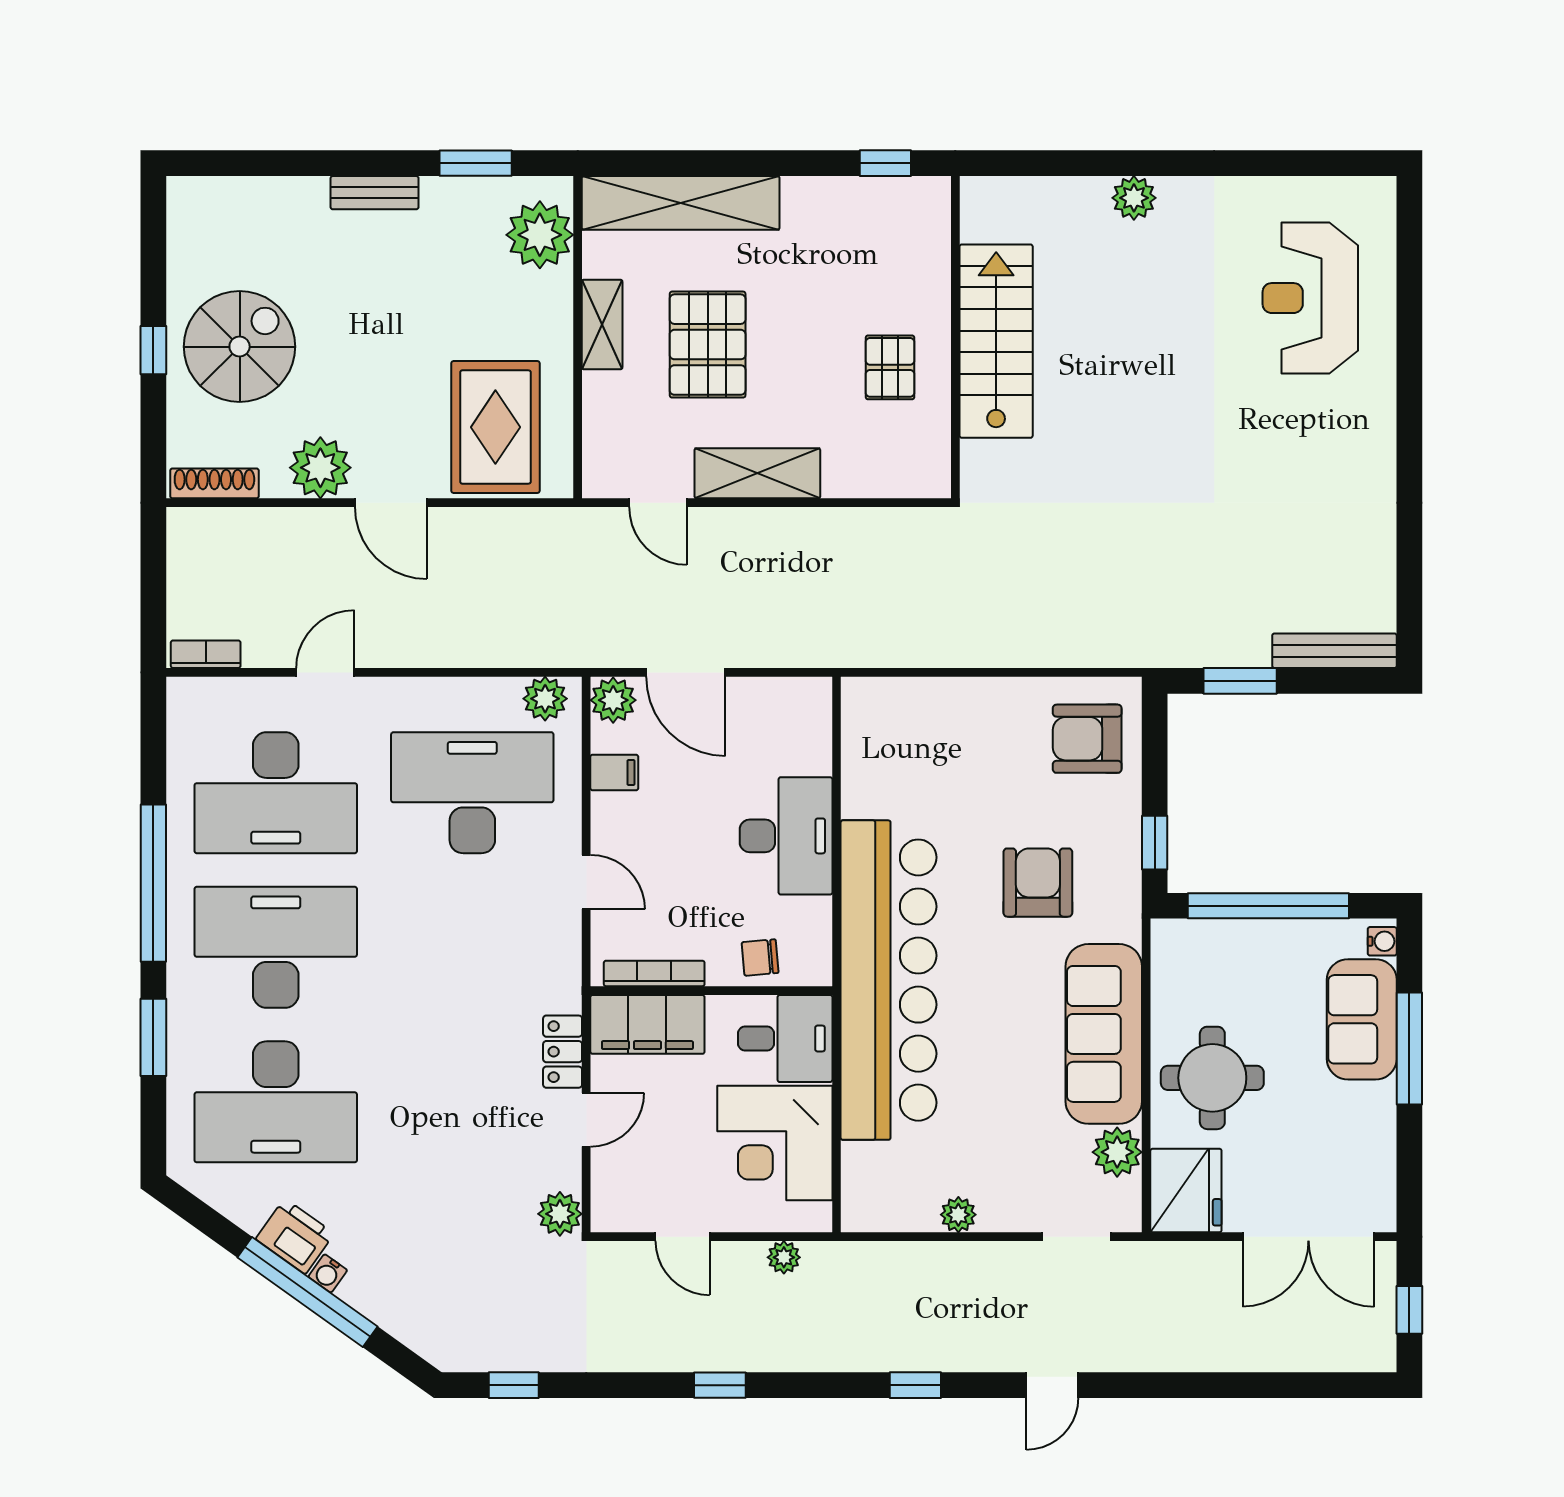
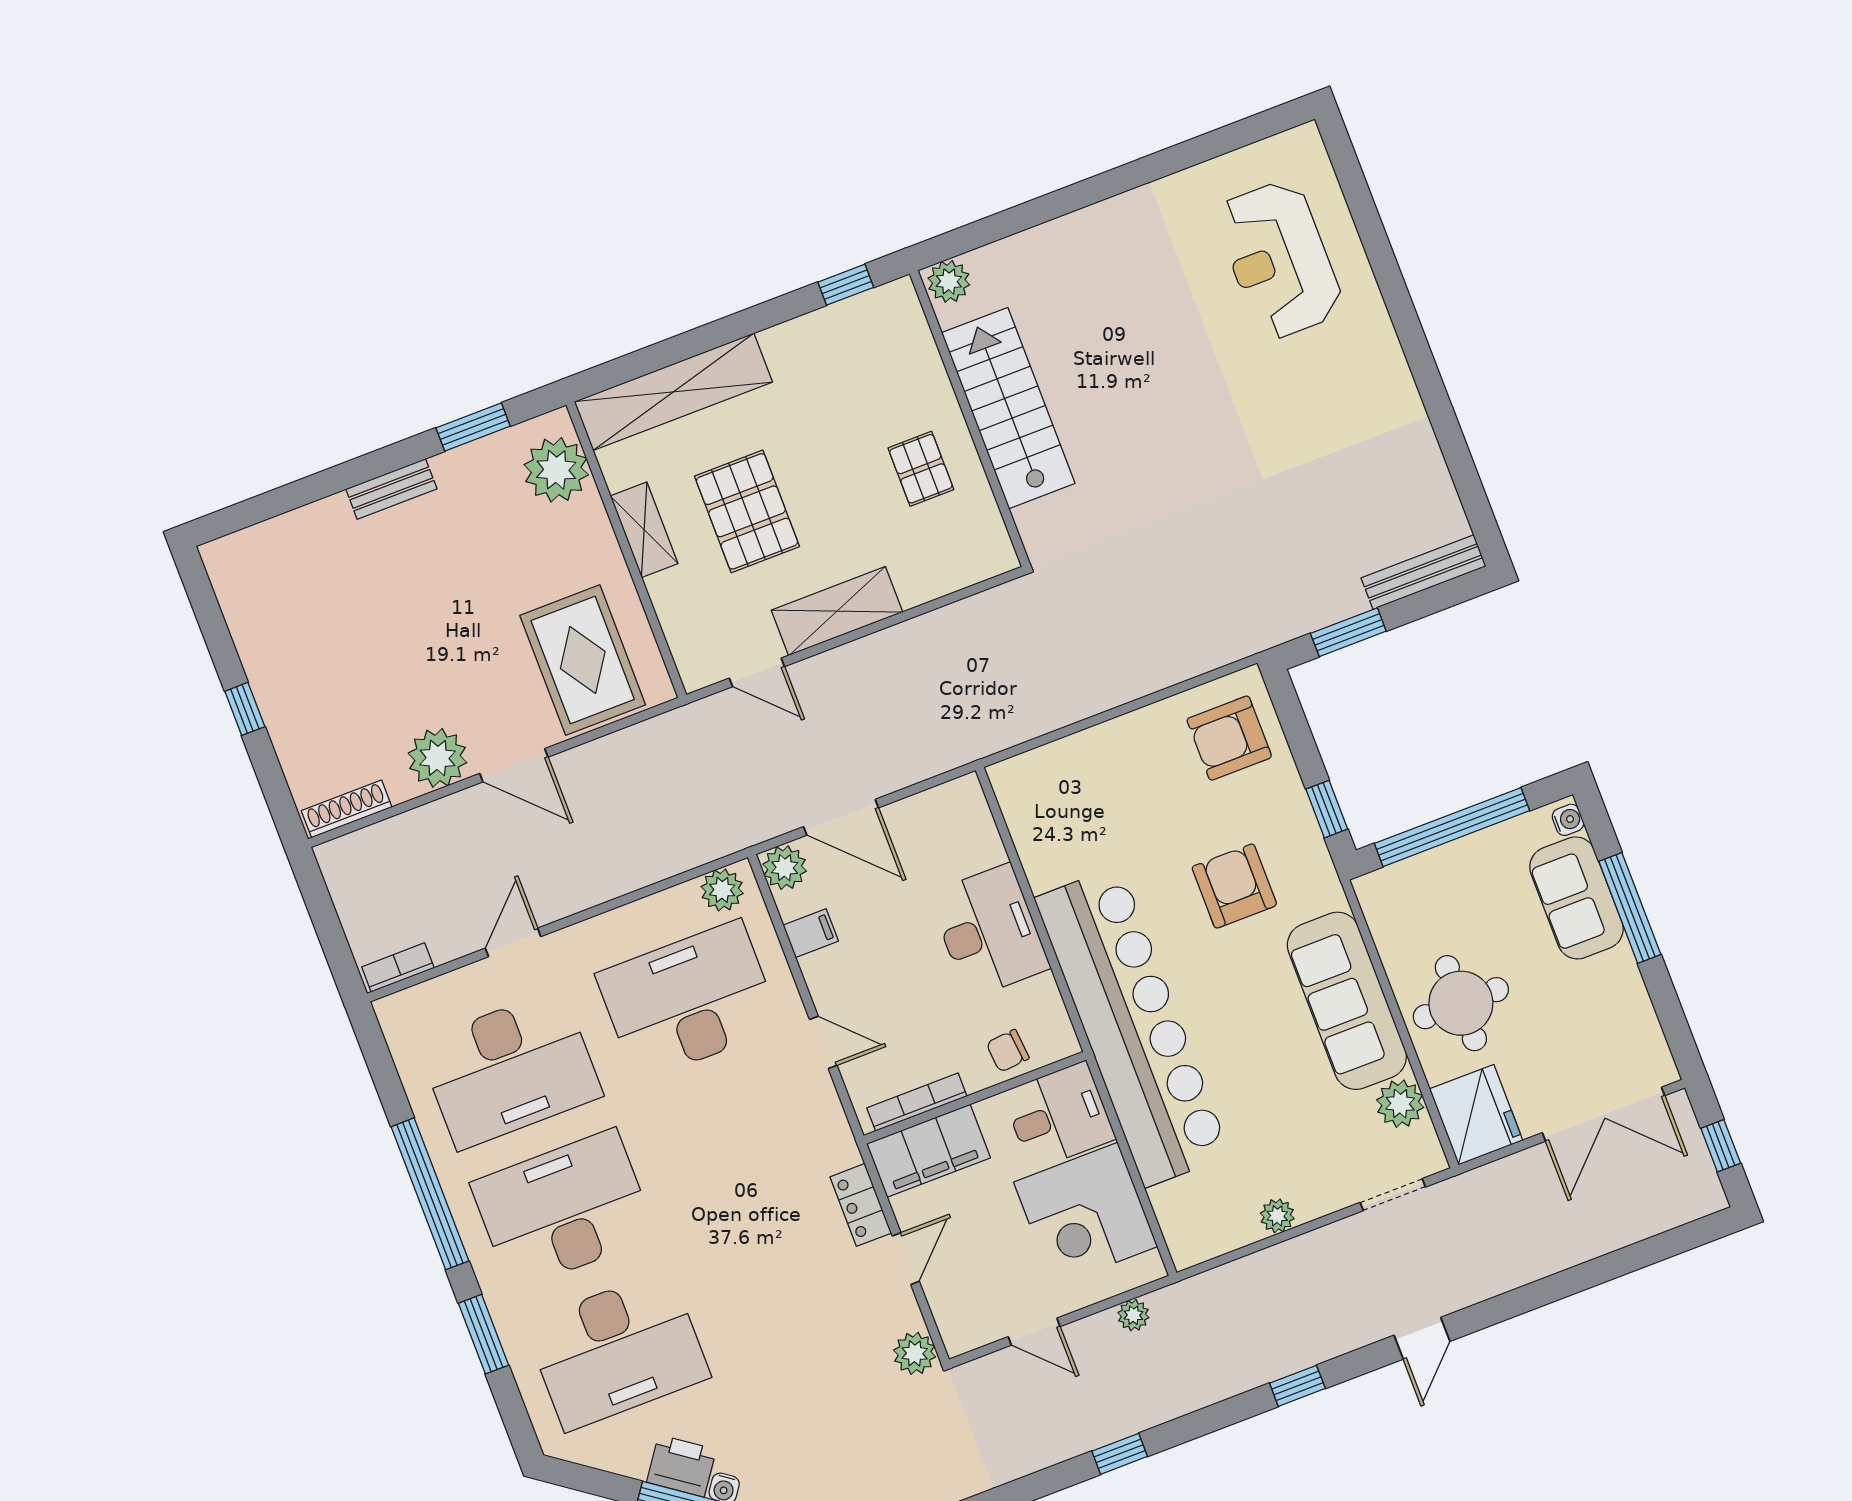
plant: (1134, 198) -> (949, 281), moved
spiral stairs: (240, 347) -> (322, 676), removed

